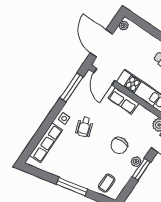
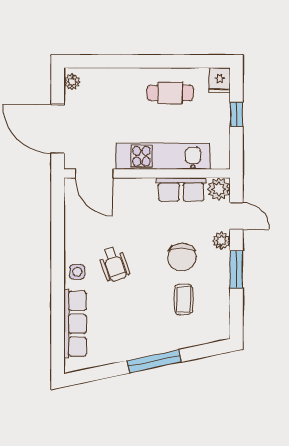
window: (71, 87) -> (58, 221), removed
row of seats: (123, 101) -> (181, 189), moved
plant: (136, 162) -> (221, 241), moved
coffee table: (107, 183) -> (184, 300), moved

